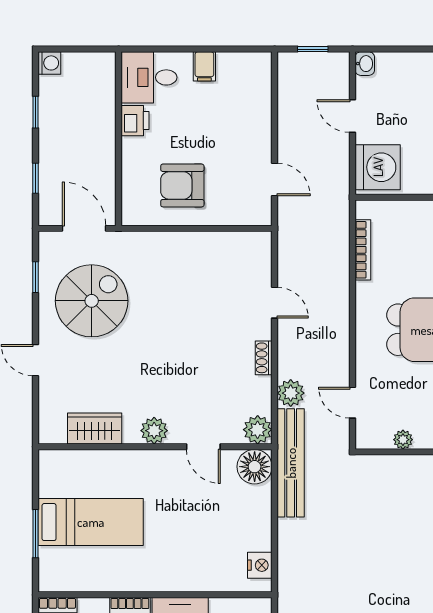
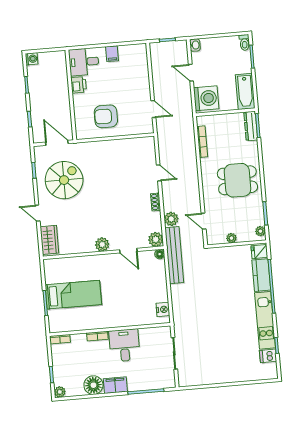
wardrobe: (95, 428) -> (49, 240), moved, turned 90
floor lamp: (255, 467) -> (160, 254), width x0.53, depth x0.53

